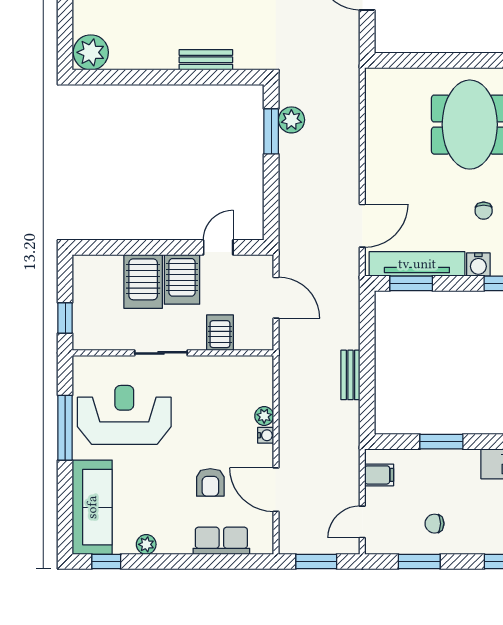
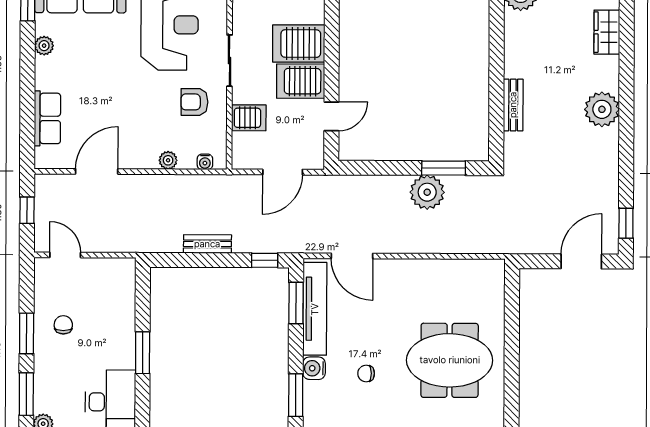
plant: (291, 120) -> (427, 192), moved, width x1.36, depth x1.36
door: (218, 247) -> (331, 116), hinge flipped
window: (367, 316) -> (265, 260), added
water cooler: (266, 435) -> (205, 162), moved
window: (441, 442) -> (143, 353), moved
filing cabinet: (379, 475) -> (111, 271), removed
armchair: (210, 482) -> (194, 102), moved
window: (316, 561) -> (27, 210), width x0.67
window: (419, 561) -> (27, 333), moved

